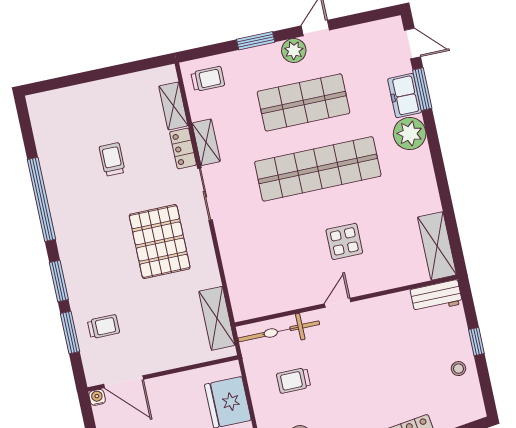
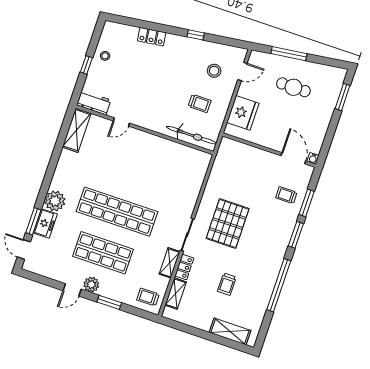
display table: (344, 241) -> (126, 163), removed
door: (338, 303) -> (121, 122), moved
shelving: (217, 318) -> (230, 331), moved, turned 90

